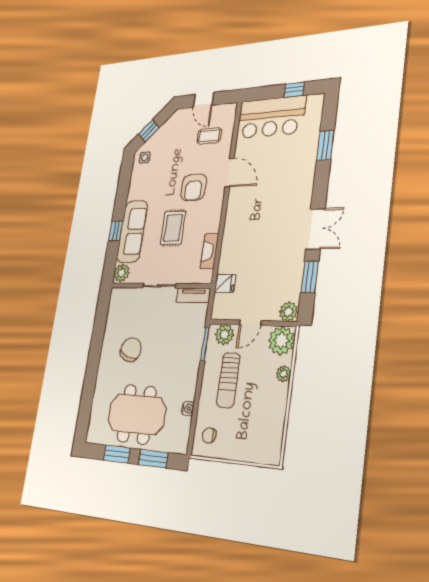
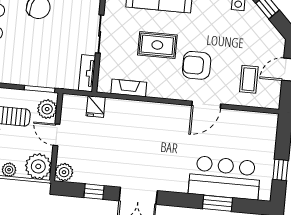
bar counter: (271, 117) -> (225, 178), moved, turned 90
window: (310, 277) -> (94, 192), width x0.67

